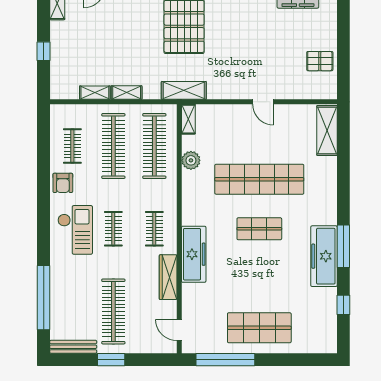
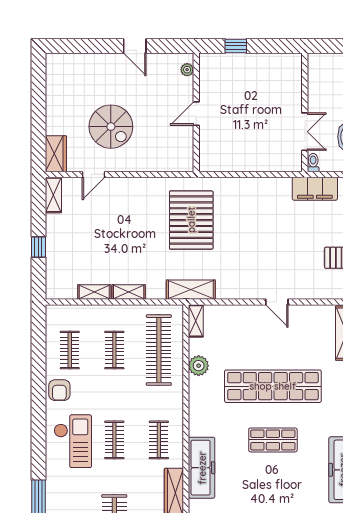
clothes rail: (113, 146) -> (114, 350), width x0.54, depth x0.76

